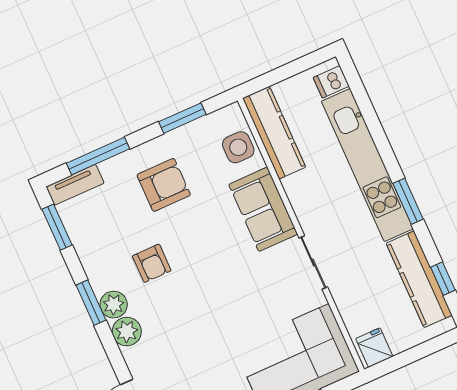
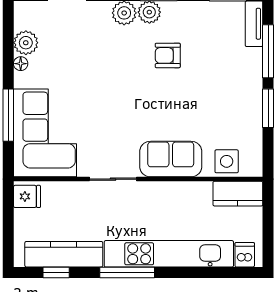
window: (182, 118) -> (268, 108), moved
kitchen counter: (274, 133) -> (238, 194), width x0.67
armchair: (164, 185) -> (223, 91), removed
window: (408, 201) -> (127, 272), width x1.44

